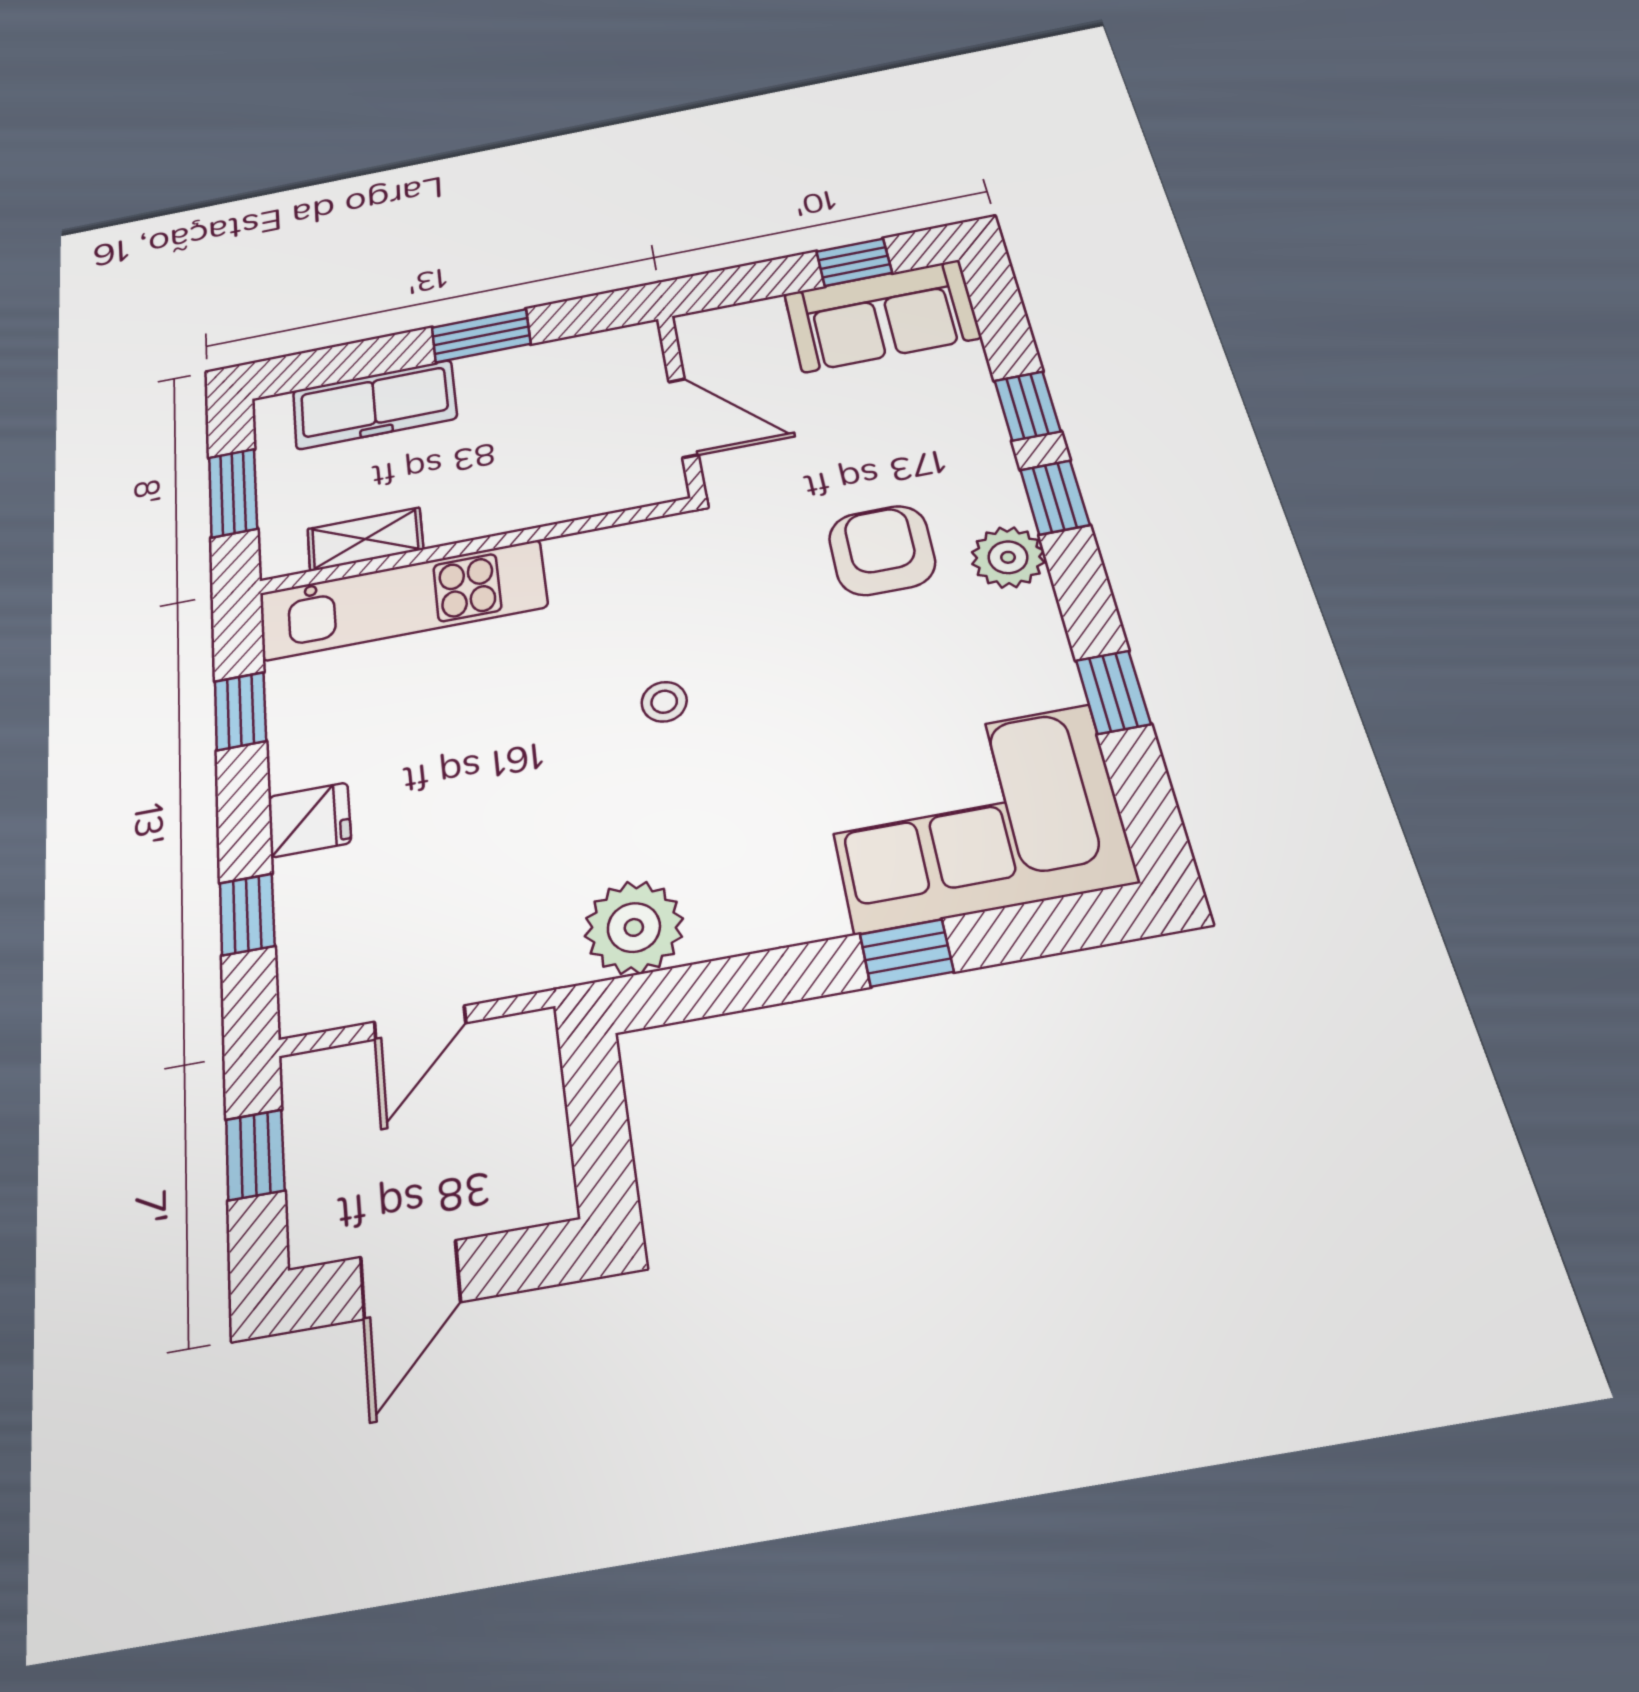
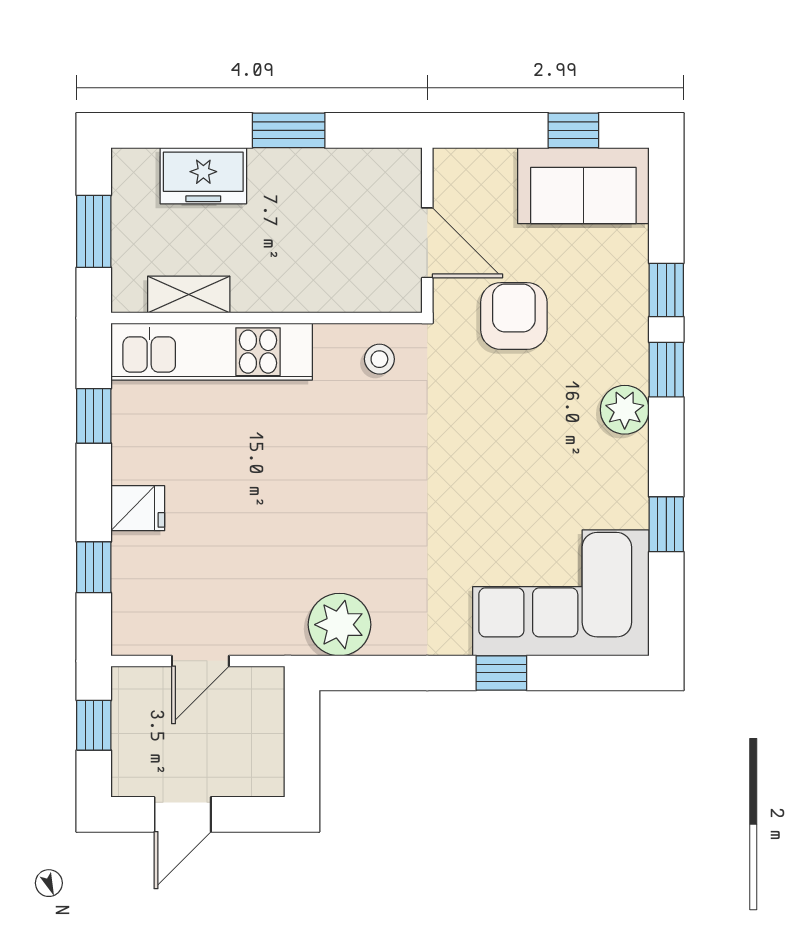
freezer: (374, 405) -> (203, 176), width x0.71
armchair: (882, 550) -> (514, 316), moved
stool: (664, 702) -> (379, 359), moved

